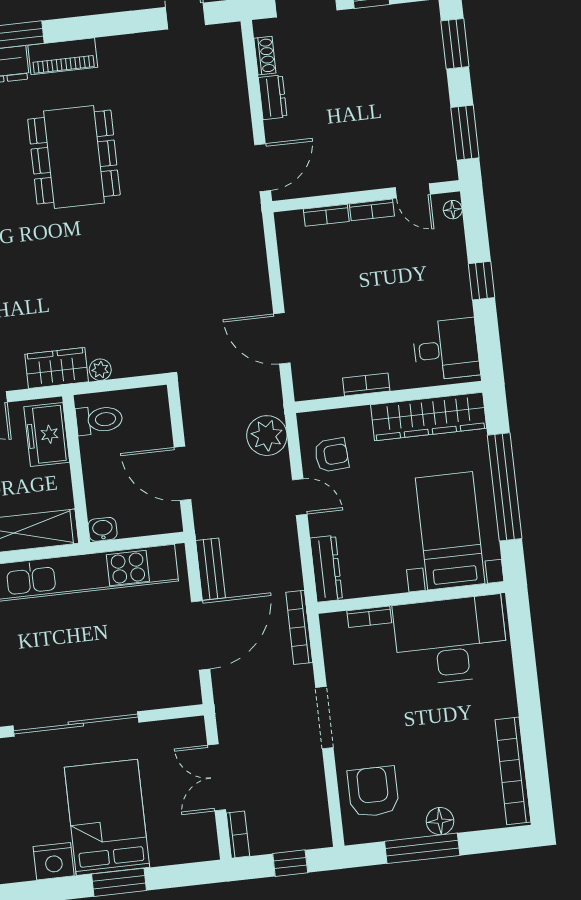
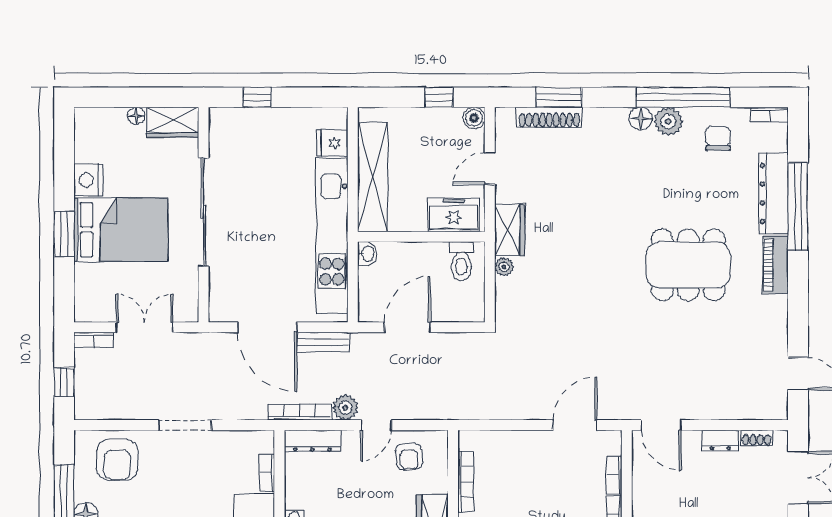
door: (282, 338) -> (575, 425), moved
bookcase: (366, 384) -> (466, 482), width x1.56
plant: (267, 436) -> (345, 408), moved, width x0.73, depth x0.73
bookcase: (299, 627) -> (299, 412), moved
armchair: (373, 792) -> (117, 460), turned 91

